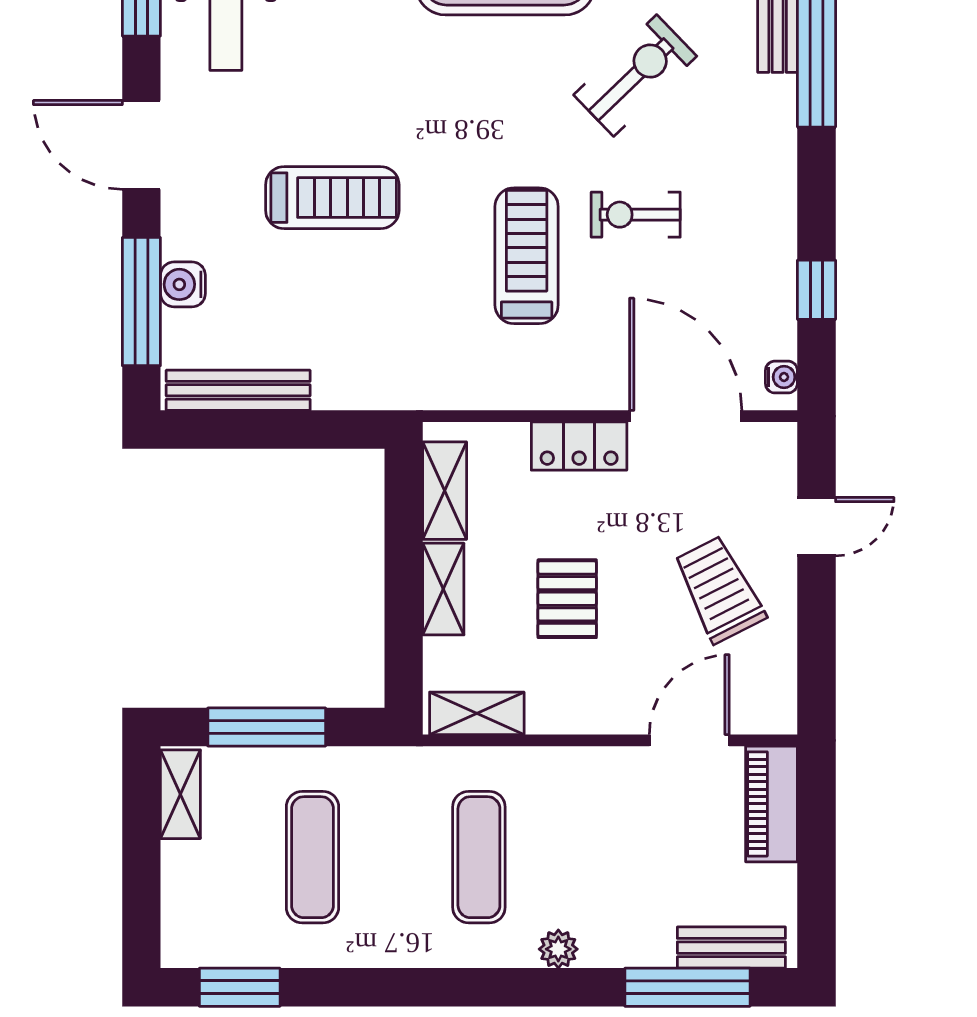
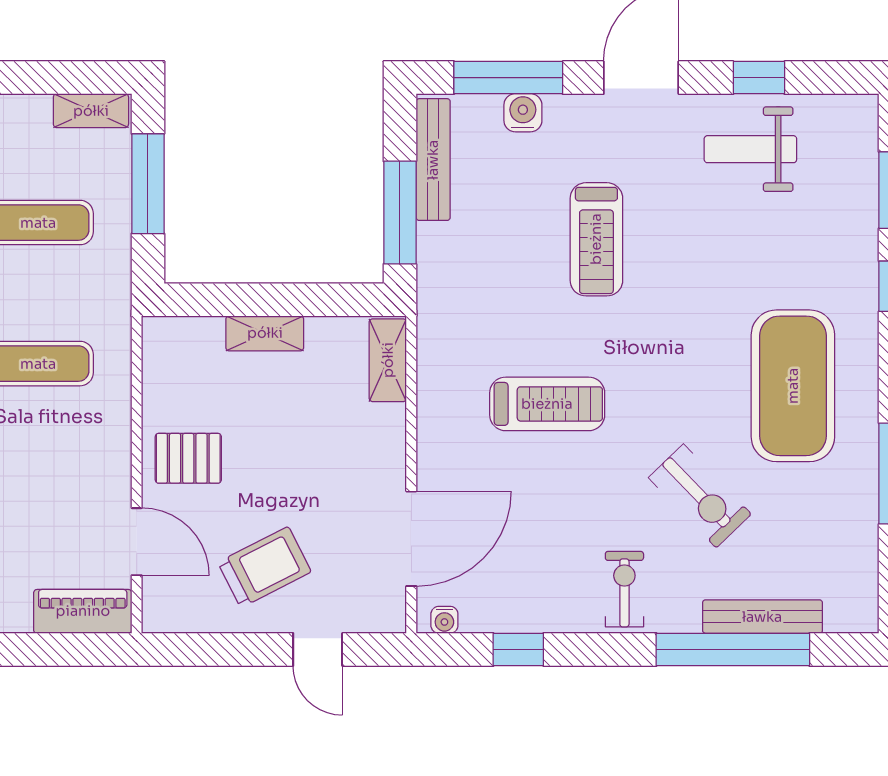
exercise bike: (636, 215) -> (624, 589), moved
window: (301, 430) -> (400, 213), added
locker: (579, 446) -> (386, 448), removed
shelving: (445, 491) -> (388, 360), moved, turned 90
pallet: (567, 599) -> (188, 458), moved
shelving: (477, 713) -> (159, 362), removed

